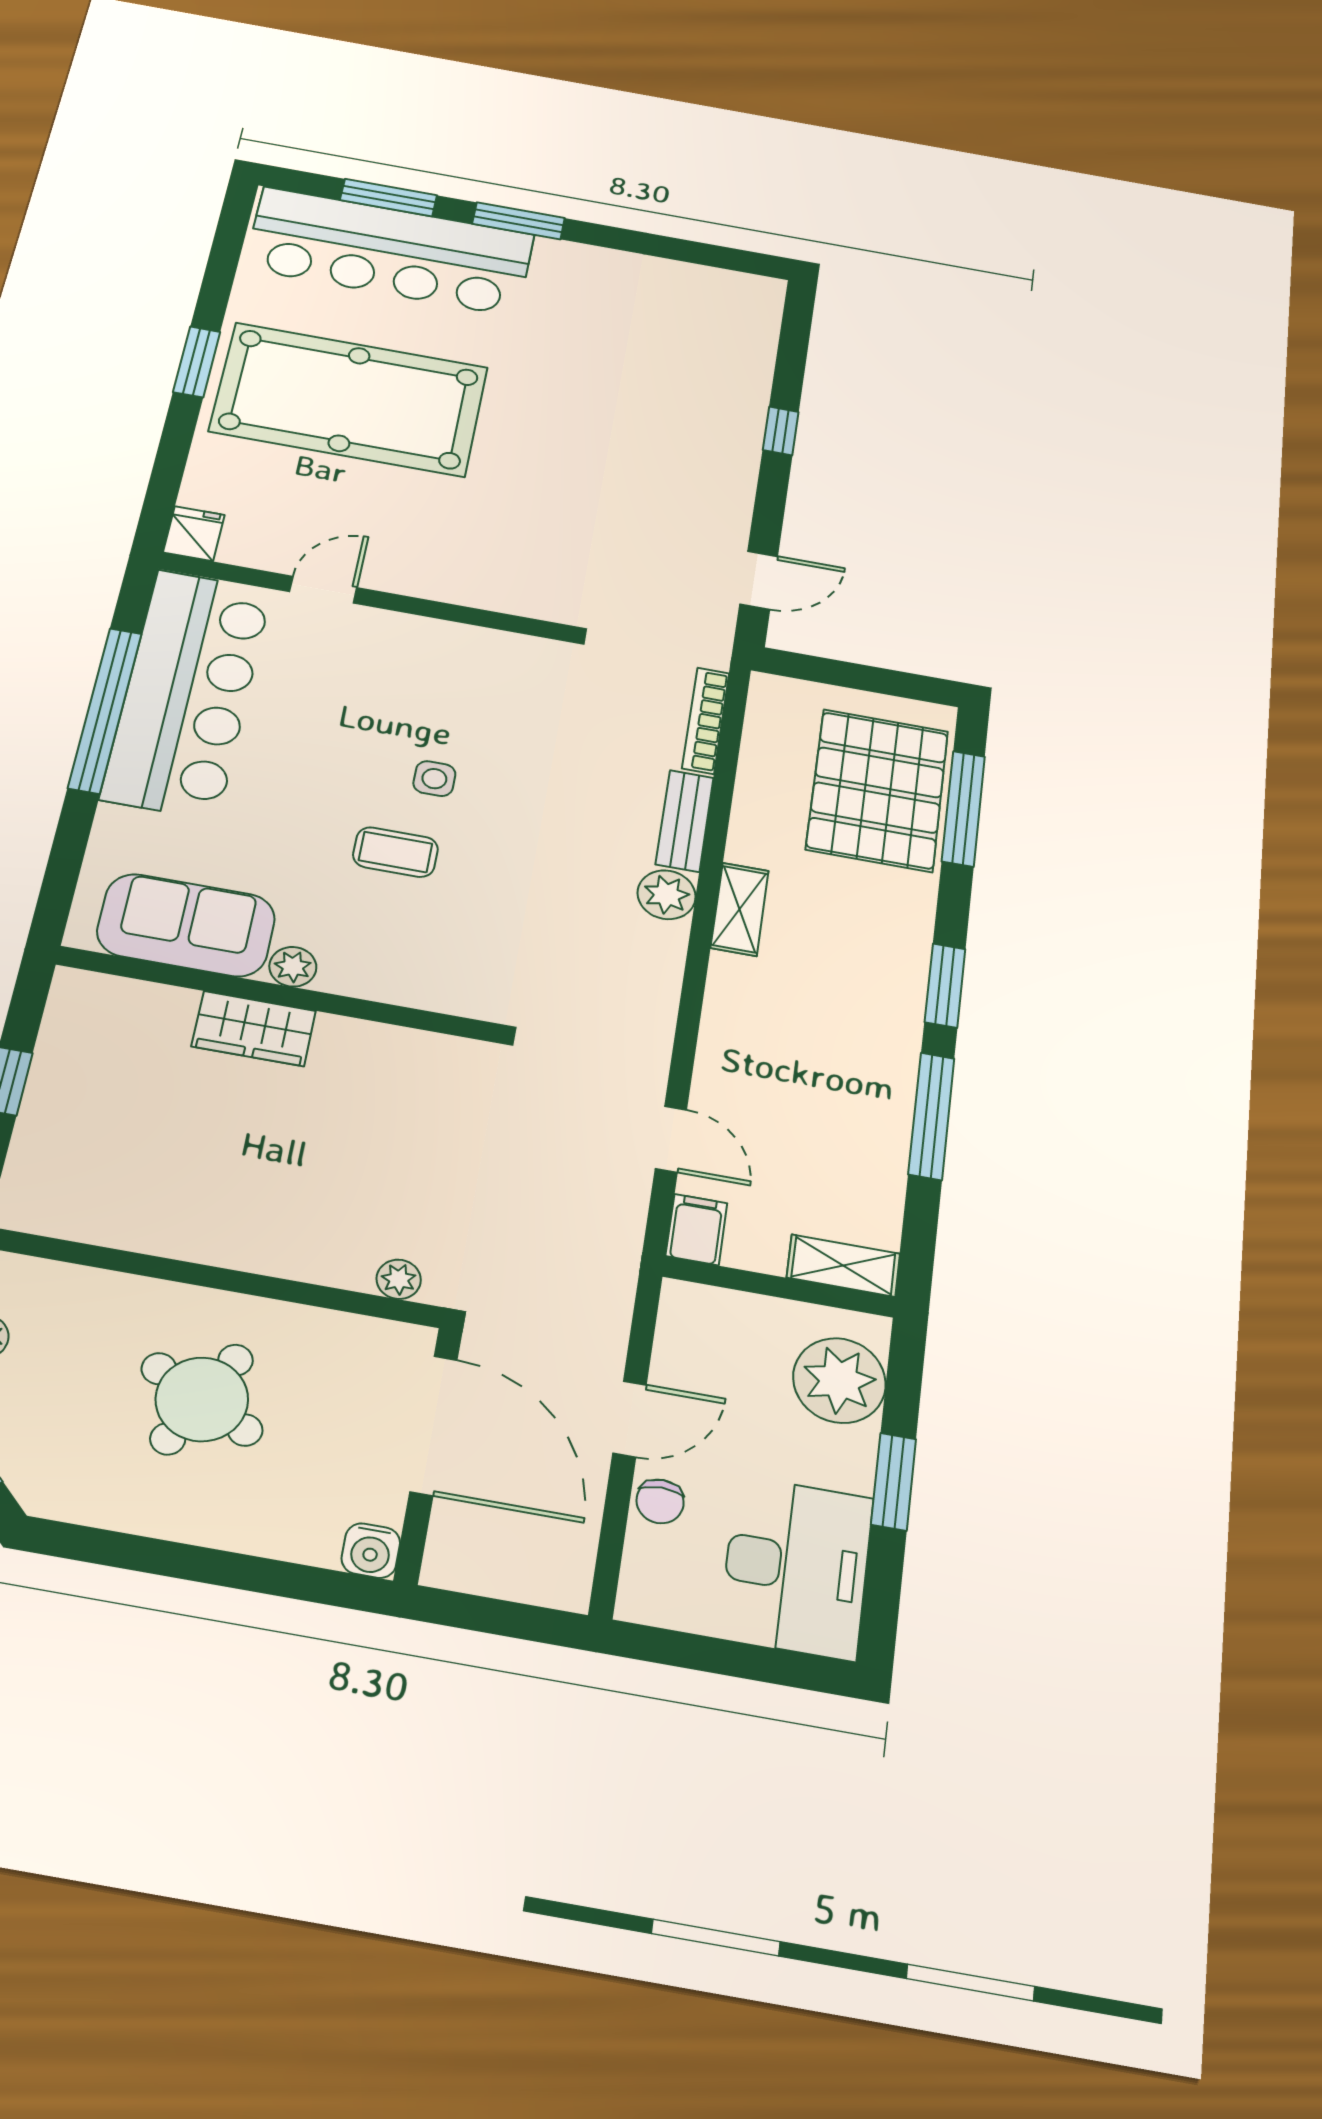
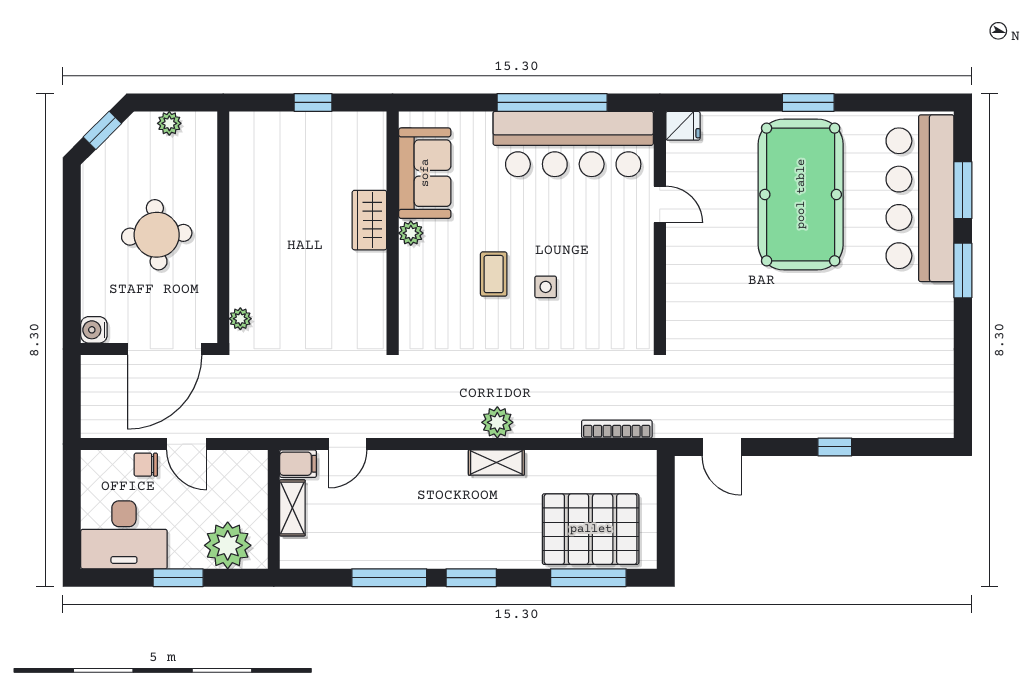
bench: (685, 821) -> (547, 426), removed
shelving: (843, 1266) -> (292, 508), moved
round table: (202, 1399) -> (157, 235), turned -31

